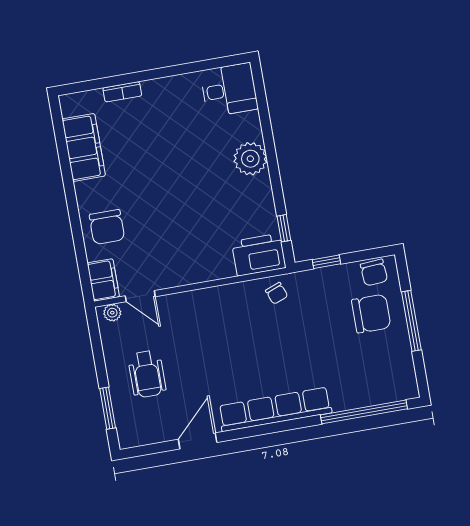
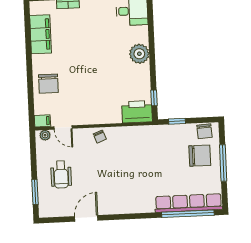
filing cabinet: (103, 280) -> (42, 121), width x0.50
chair: (277, 293) -> (100, 137), moved
row of seats: (275, 409) -> (189, 203), moved

